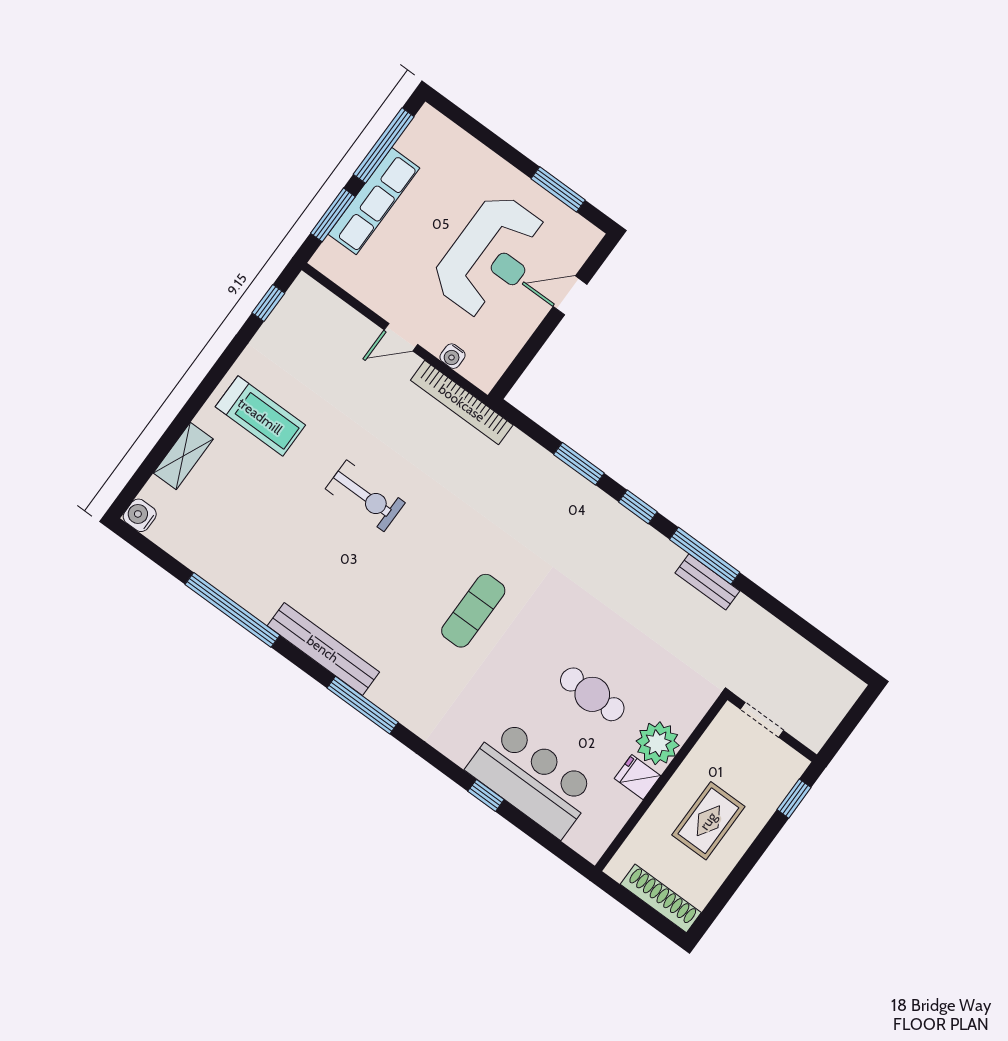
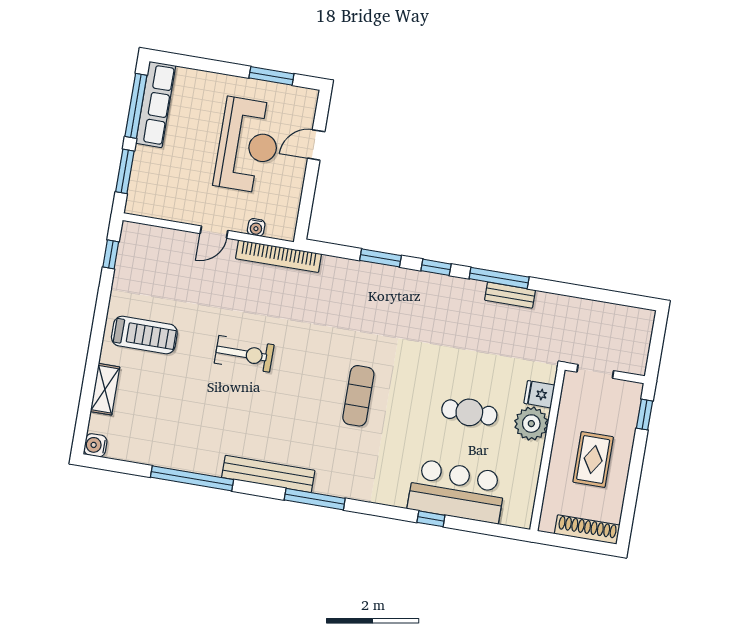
row of seats: (374, 201) -> (156, 104), moved
fridge: (638, 777) -> (539, 394), moved

